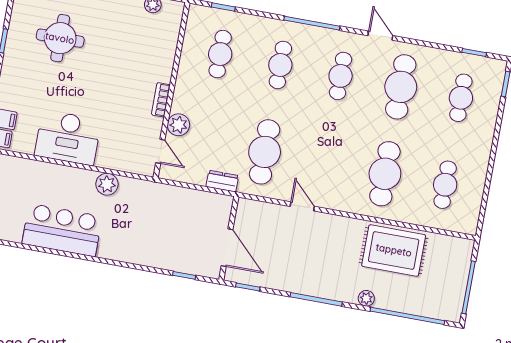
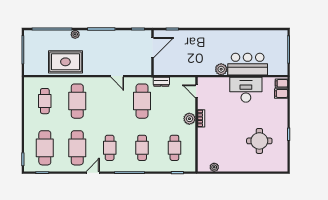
door: (380, 36) -> (93, 173), swing flipped
cafe table: (461, 98) -> (45, 148), width x1.37, depth x1.35
plant: (178, 125) -> (189, 119), moved
bar counter: (62, 230) -> (248, 64), moved, turned 180
door: (227, 248) -> (153, 48), swing flipped

